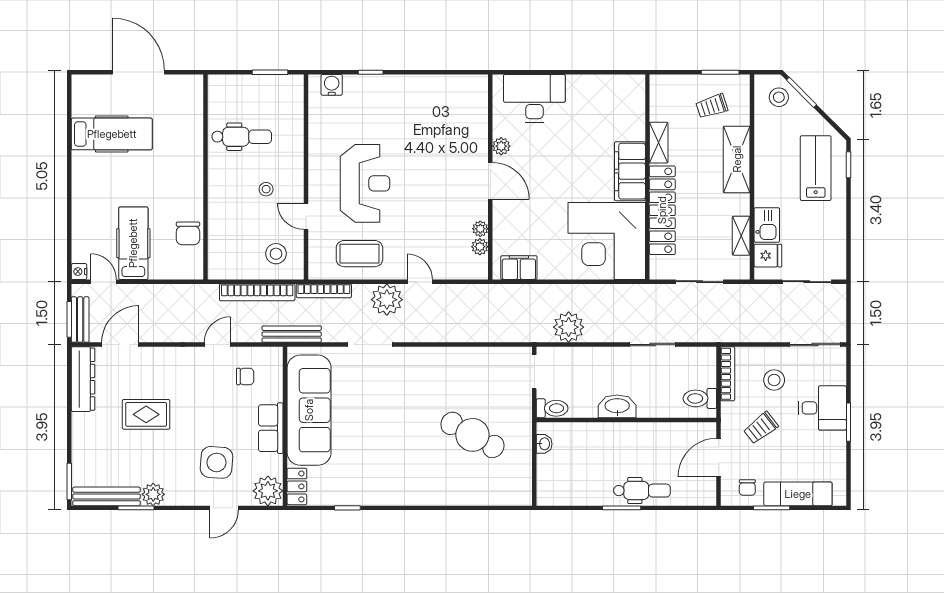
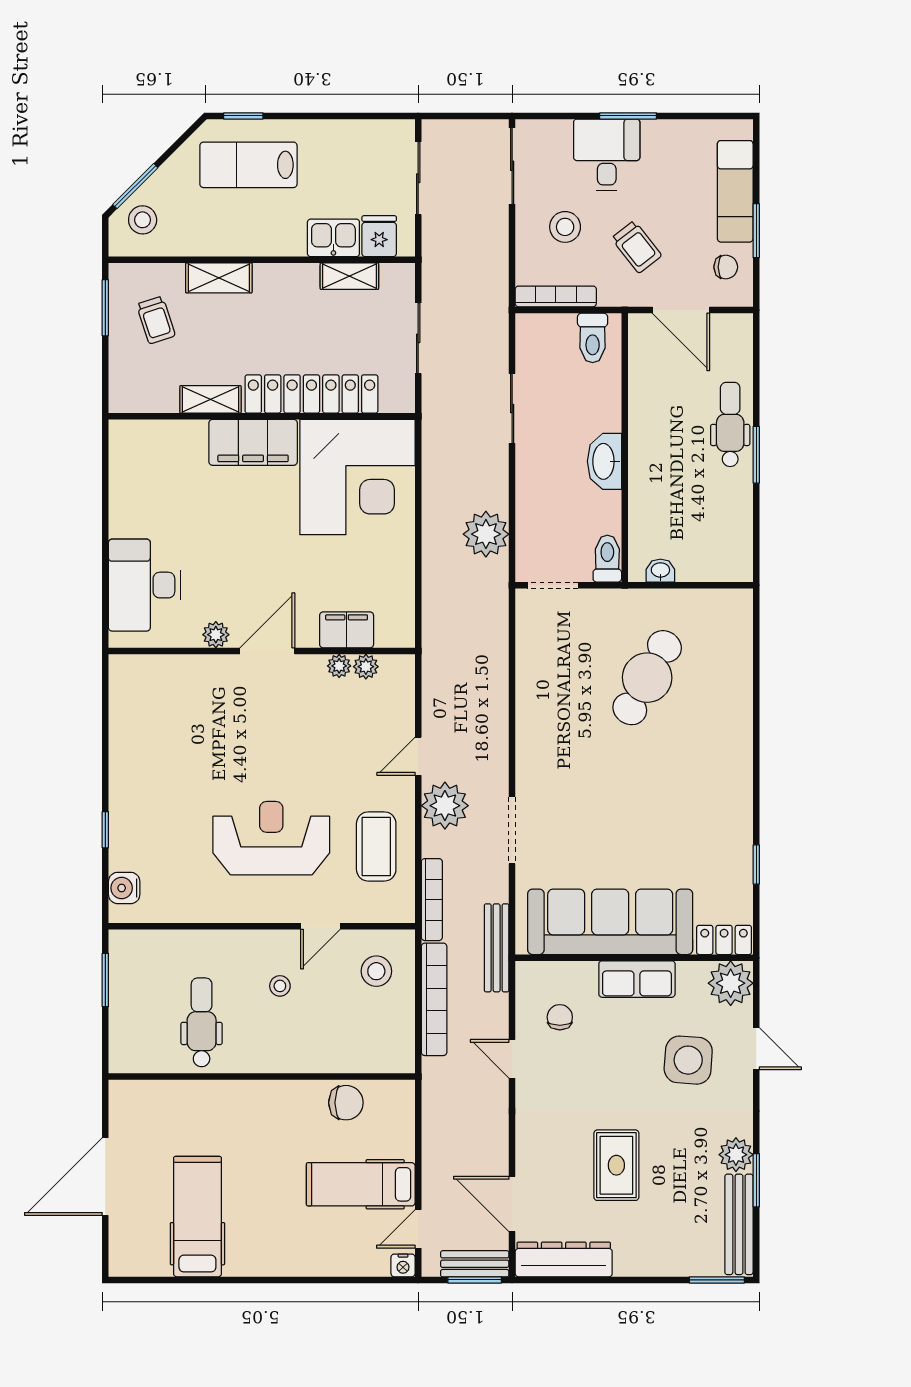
shelving: (737, 159) -> (219, 278), width x0.67, depth x0.75
filing cabinet: (519, 268) -> (347, 630), moved, turned 90

